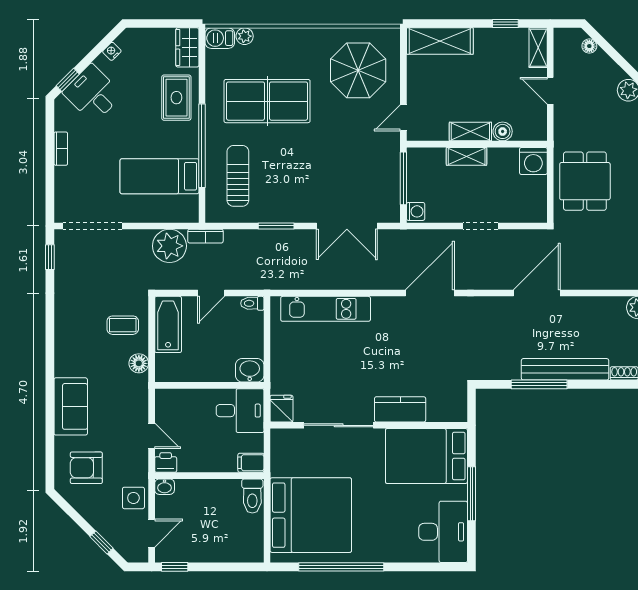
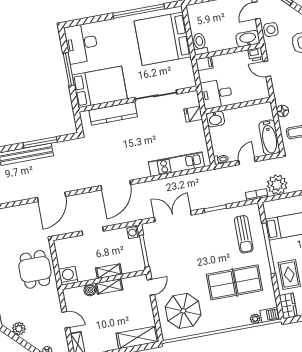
fridge: (281, 409) -> (193, 114), moved, turned 90
kitchen counter: (400, 409) -> (113, 113), width x1.50
washbasin: (165, 487) -> (248, 39), width x1.91, depth x1.45

